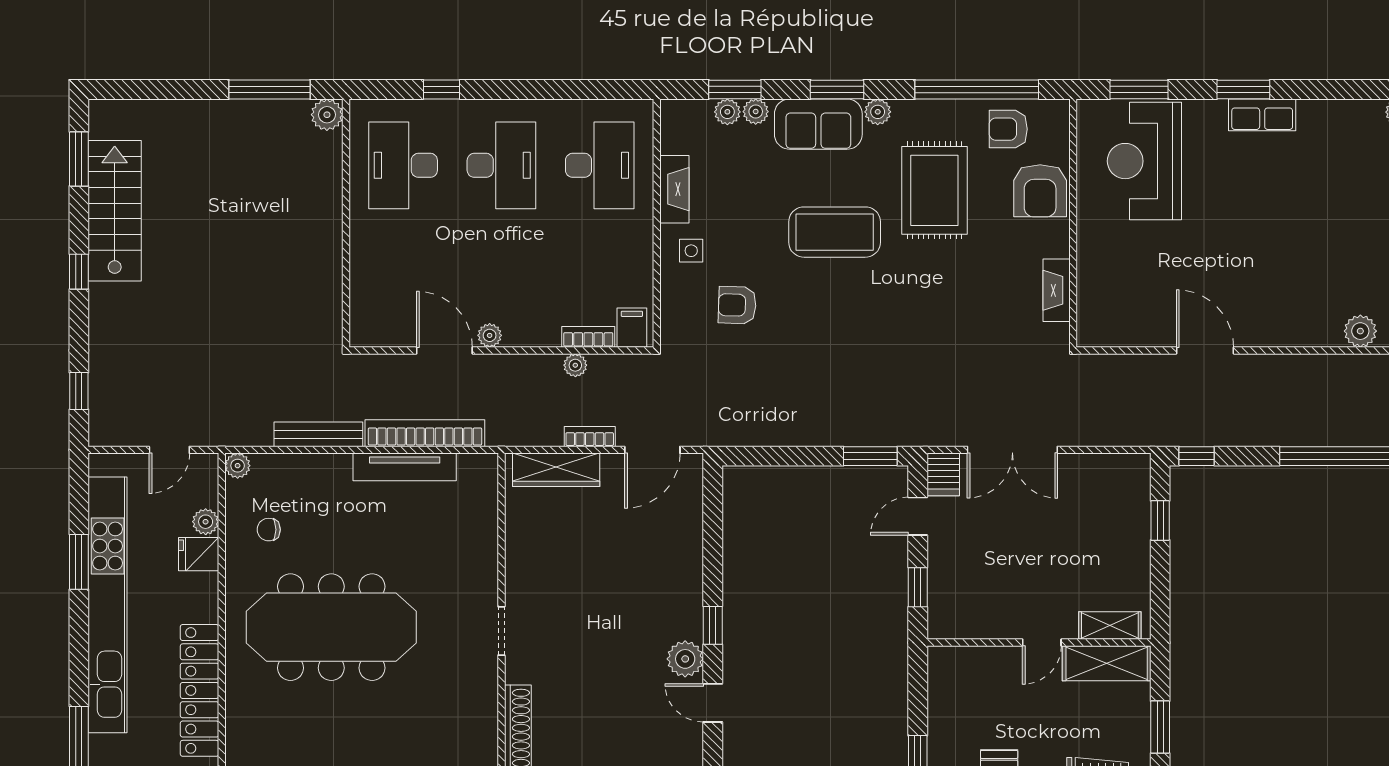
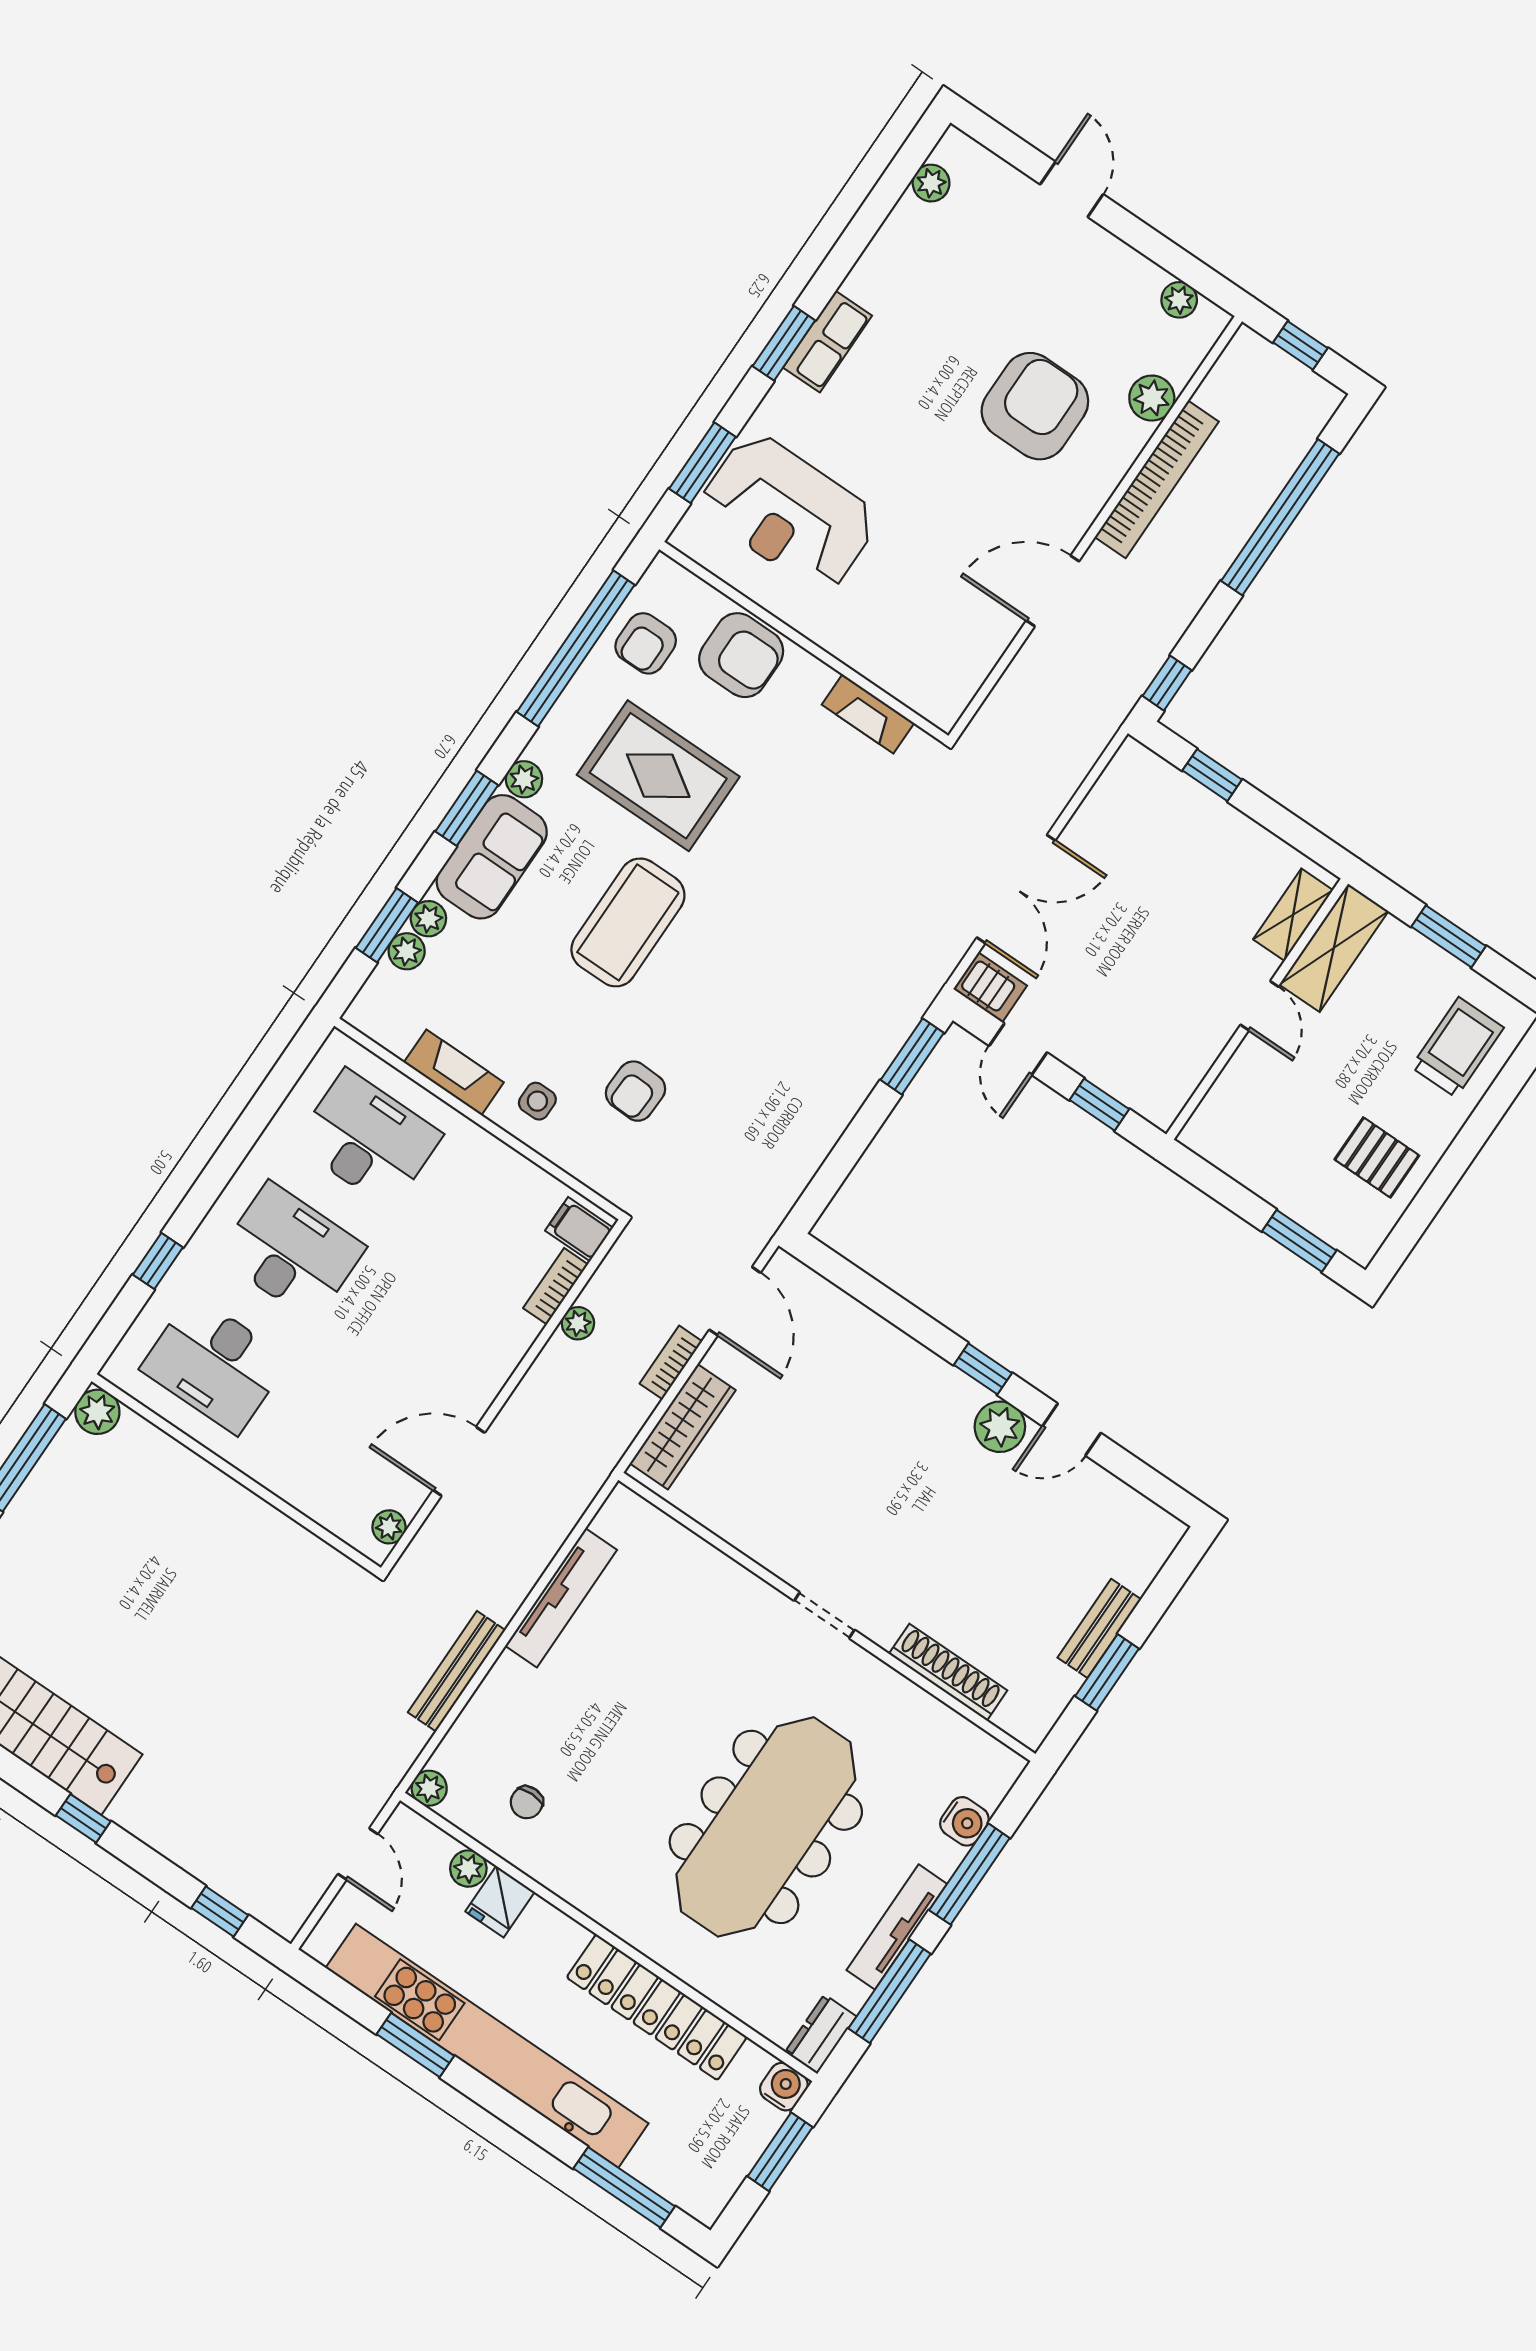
armchair: (1308, 265) -> (1035, 406), added
plant: (490, 335) -> (389, 1527), moved
bookcase: (425, 433) -> (1157, 479), moved, turned 180
meeting table: (331, 627) -> (766, 1827), moved

